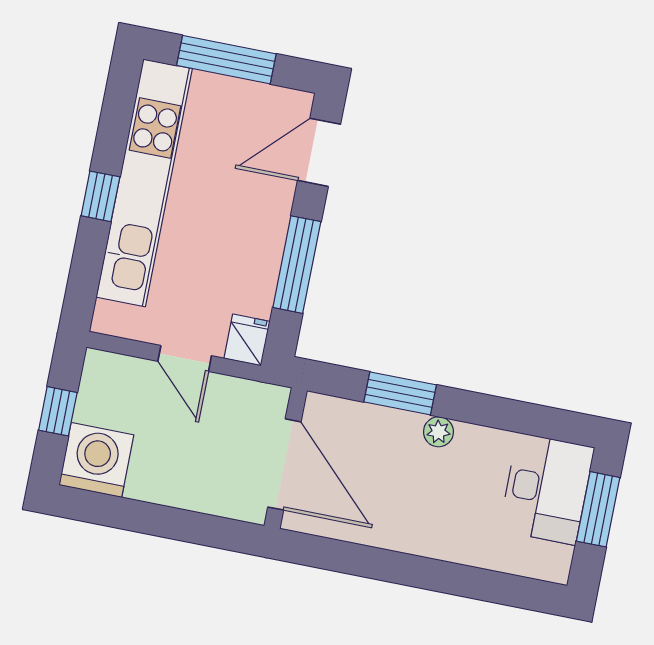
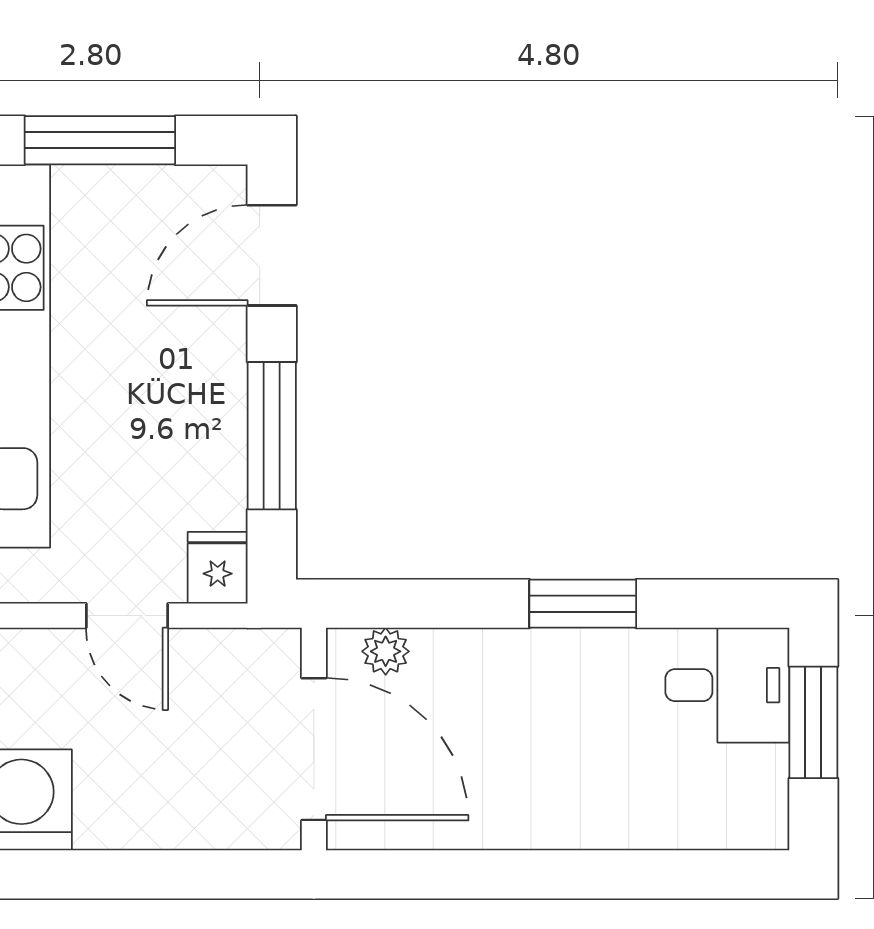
window: (400, 393) -> (583, 604), moved
plant: (438, 432) -> (386, 651), moved
desk: (547, 489) -> (727, 685), width x0.73

